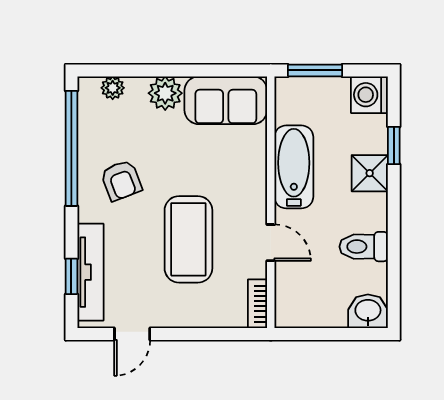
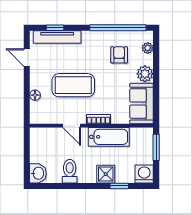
armchair: (121, 180) -> (119, 55), moved, turned 111
door: (271, 243) -> (72, 126), hinge flipped
bookcase: (257, 304) -> (98, 119), moved
floor lamp: (209, 317) -> (35, 95), added

